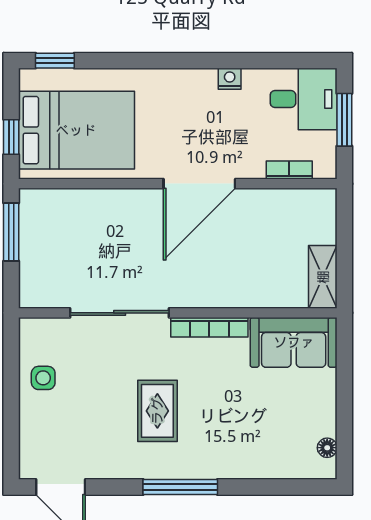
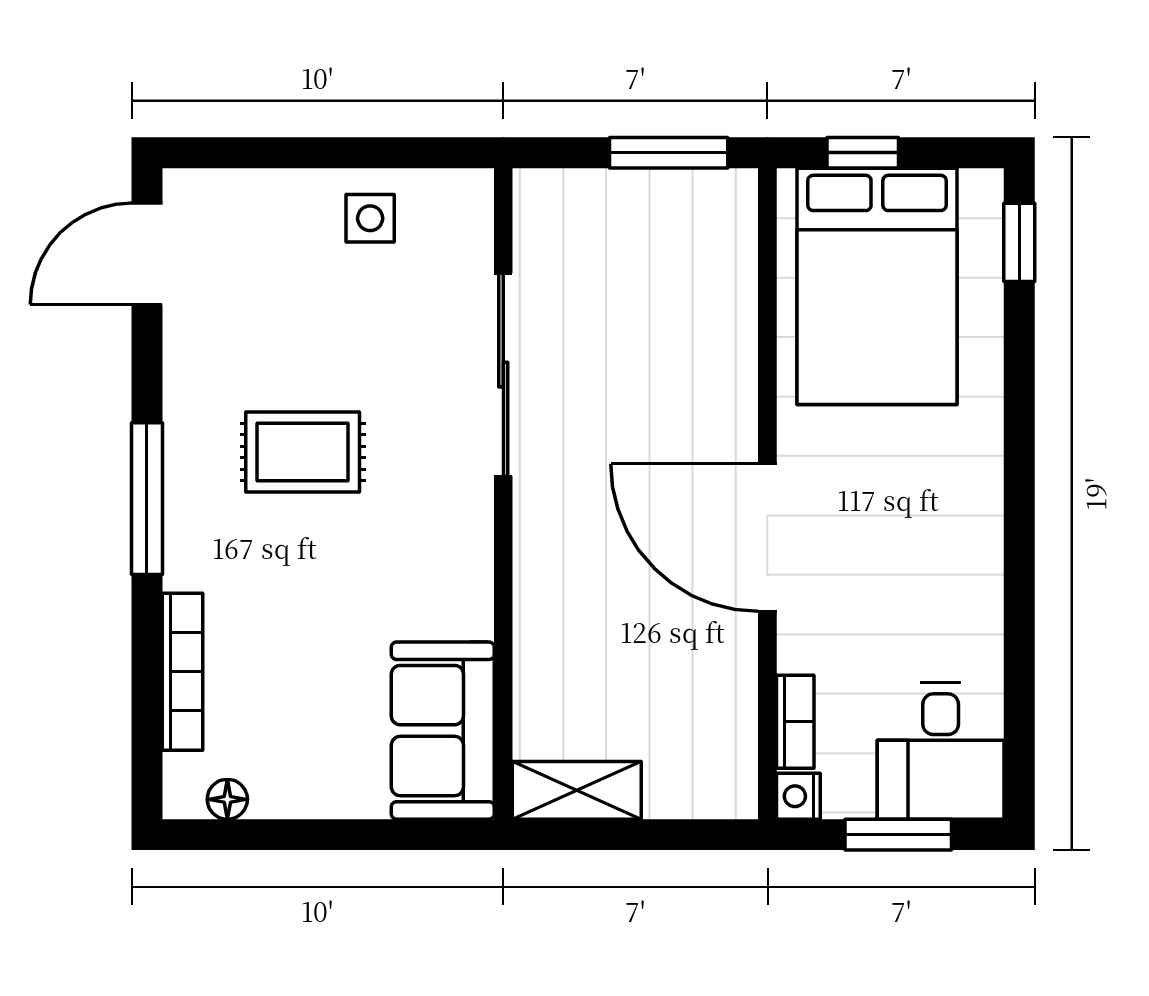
nightstand: (230, 79) -> (798, 796), moved, turned 180
bookcase: (209, 327) -> (182, 672), moved, turned 180

